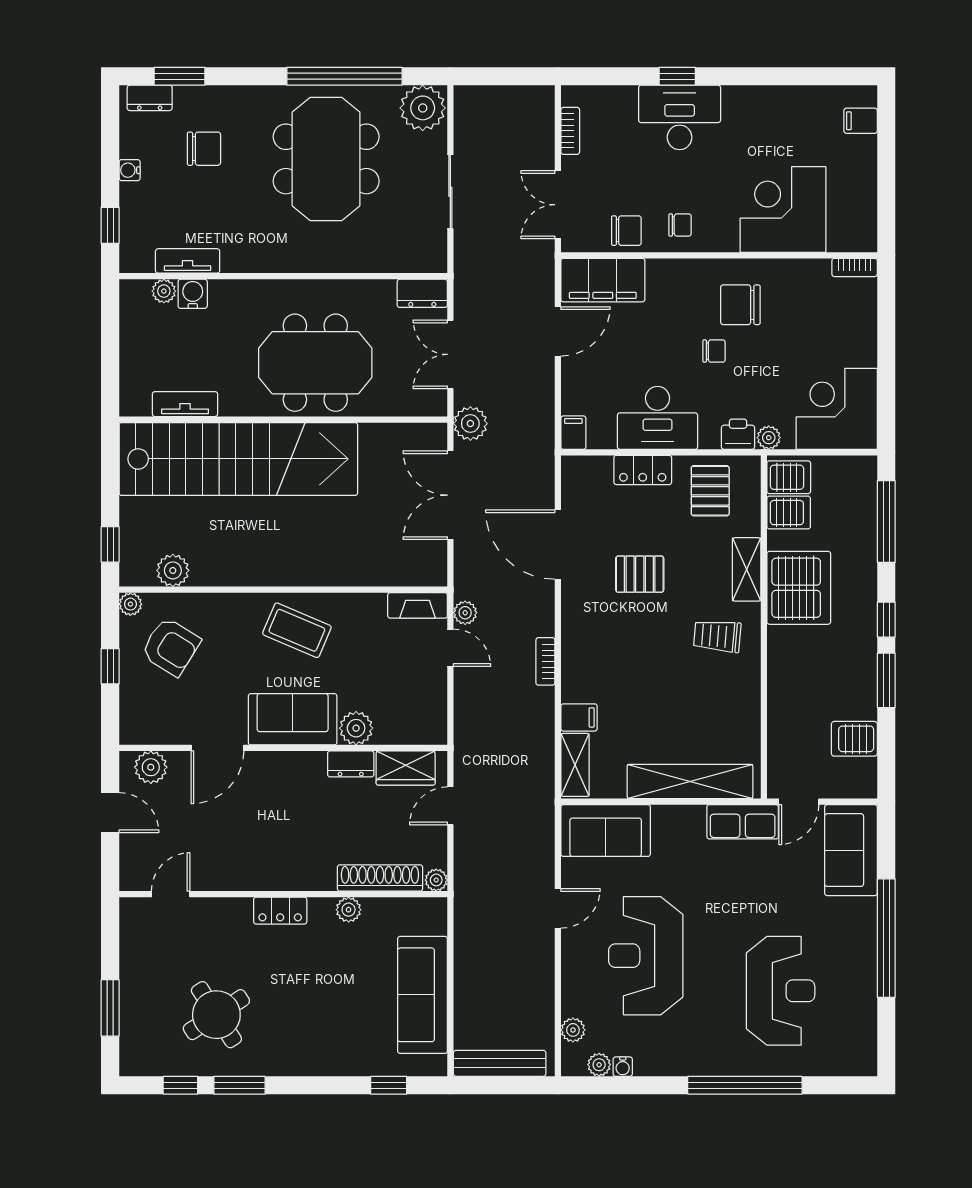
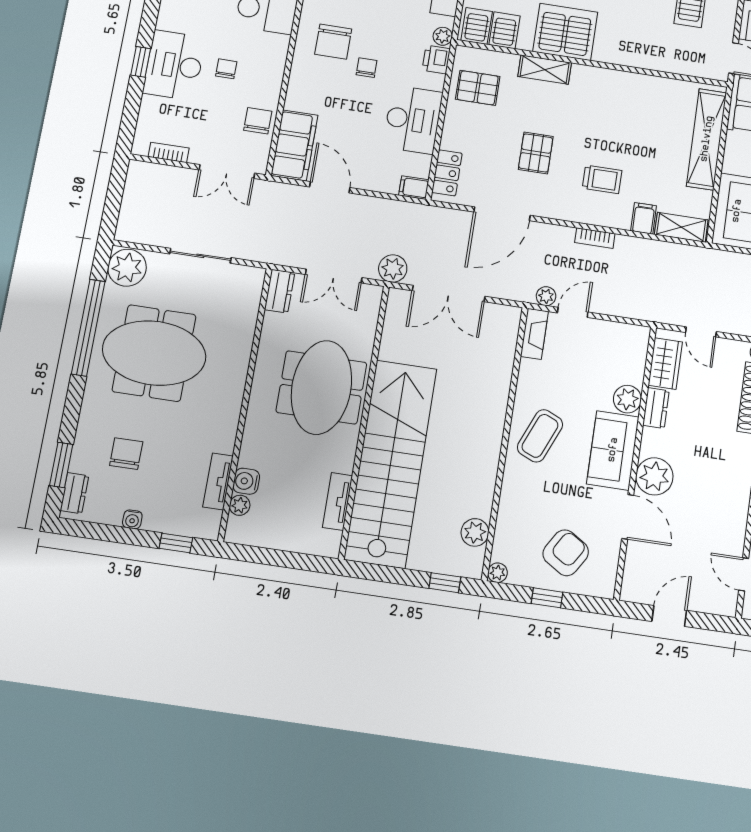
chair: (680, 225) -> (226, 69), moved
locker: (643, 470) -> (447, 173), moved
trolley: (717, 636) -> (602, 179), moved, turned -95
armchair: (171, 647) -> (566, 553), moved
plant: (151, 767) -> (654, 476), moved, width x1.36, depth x1.36

